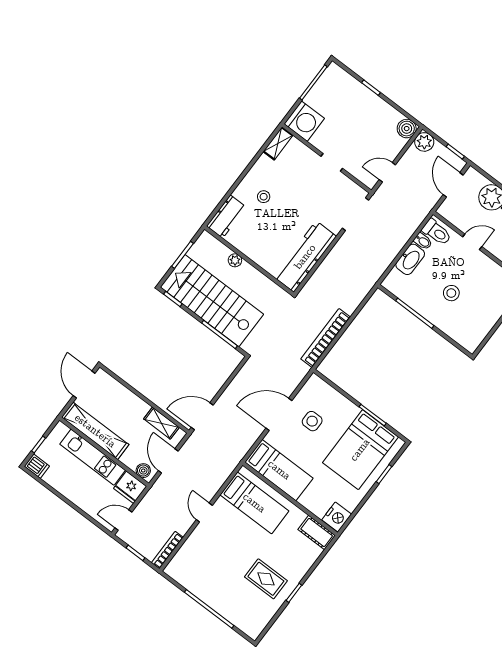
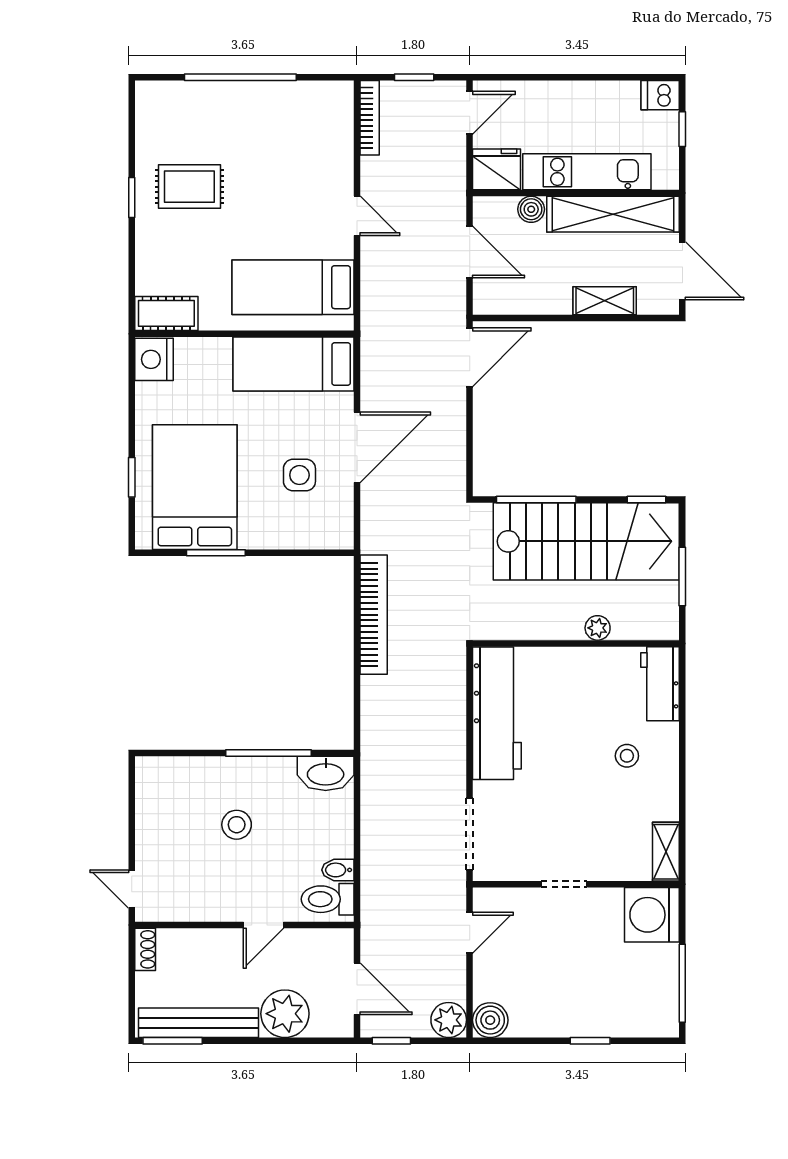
washbasin: (410, 259) -> (326, 773), moved, turned -90
shelving: (161, 423) -> (605, 301), moved
boiler: (143, 471) -> (531, 209), moved

